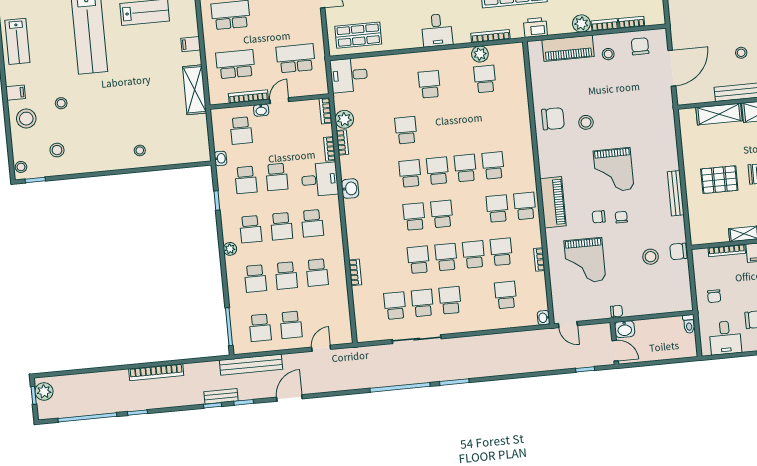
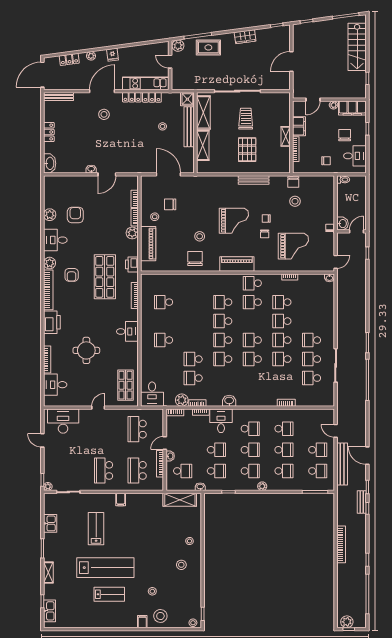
lab bench: (17, 41) -> (109, 594), moved
chair: (640, 46) -> (170, 204), moved
plant: (480, 54) -> (146, 304), removed
shelving: (195, 90) -> (180, 500), moved
door: (279, 101) -> (165, 443), hinge flipped
stool: (57, 150) -> (181, 565), moved
piano: (553, 202) -> (237, 264), moved
school desk: (506, 295) -> (193, 378), moved
bench: (251, 365) -> (342, 464), moved

